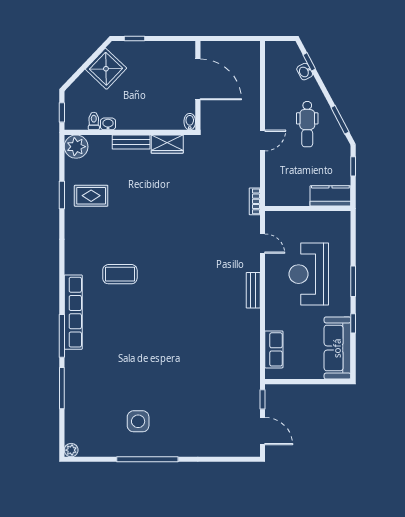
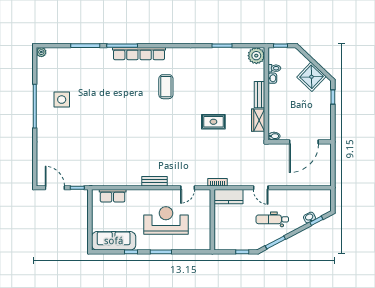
rug: (91, 196) -> (213, 122), moved, turned 90
kitchen counter: (330, 196) -> (229, 197), moved, turned 90
door: (263, 431) -> (55, 188), swing flipped

